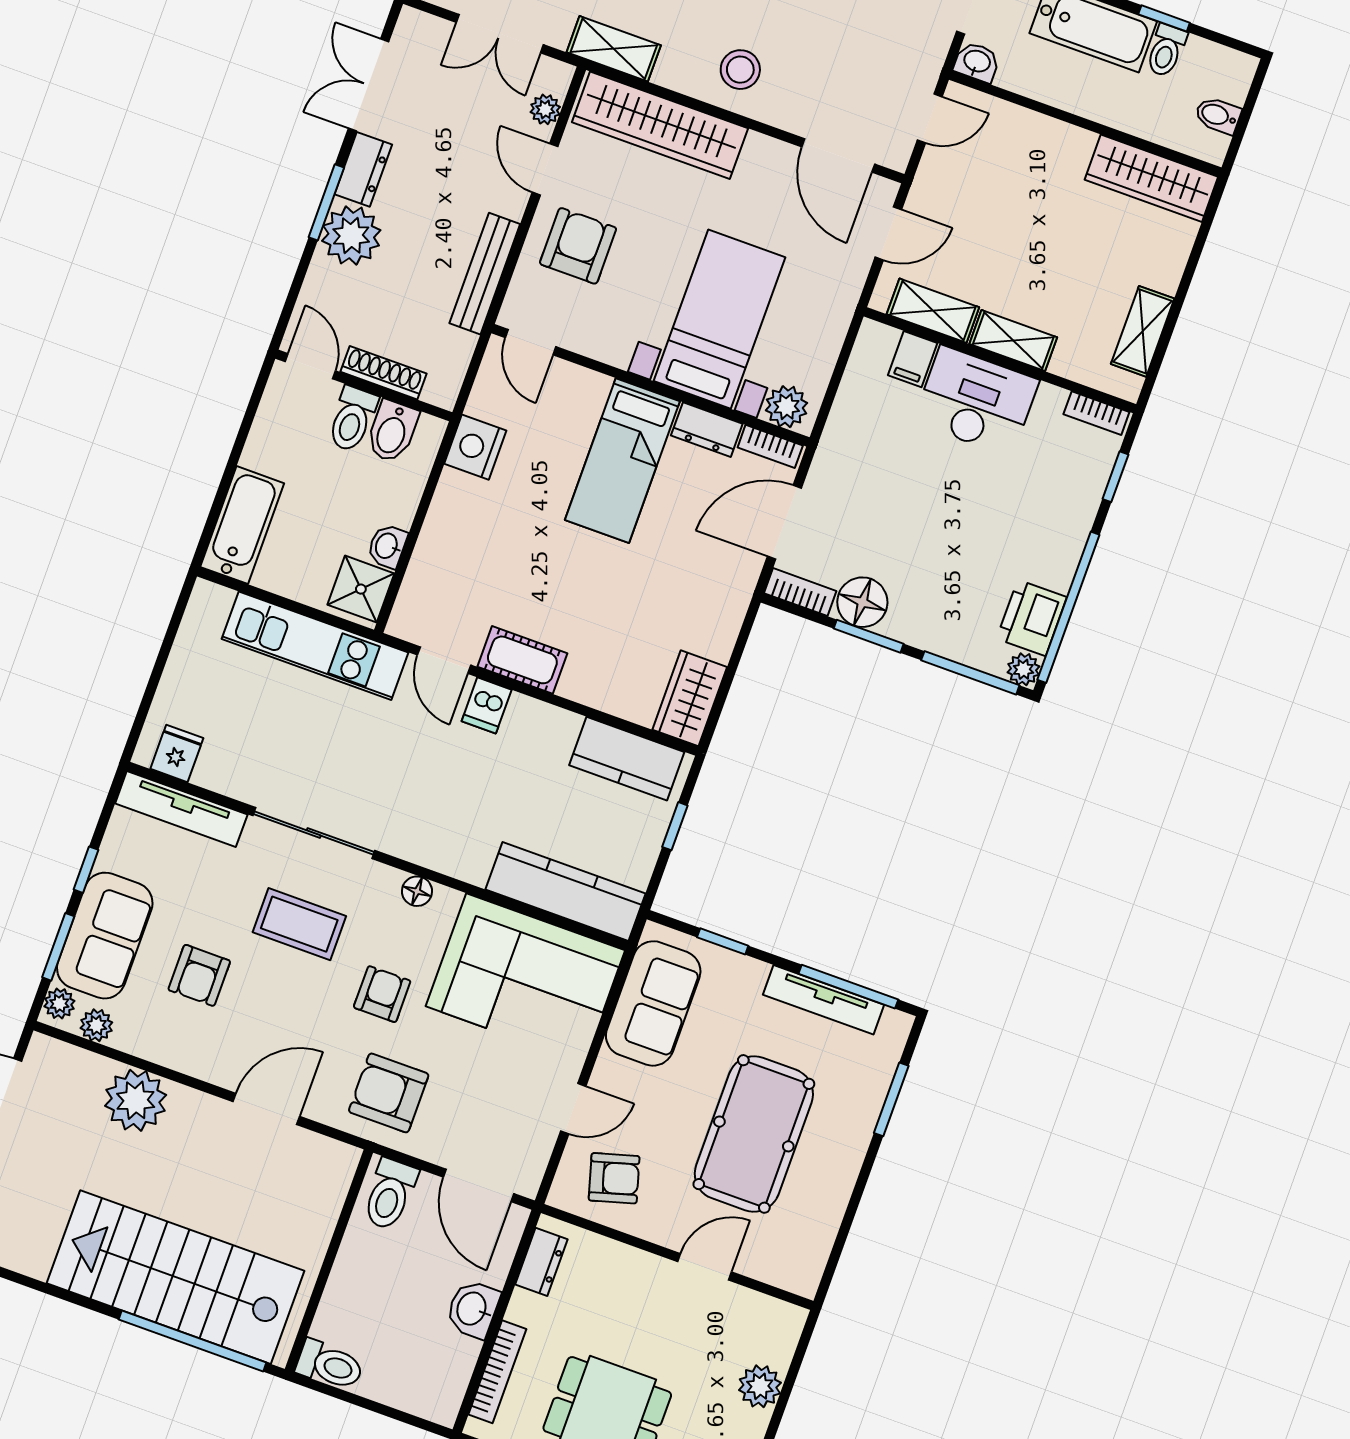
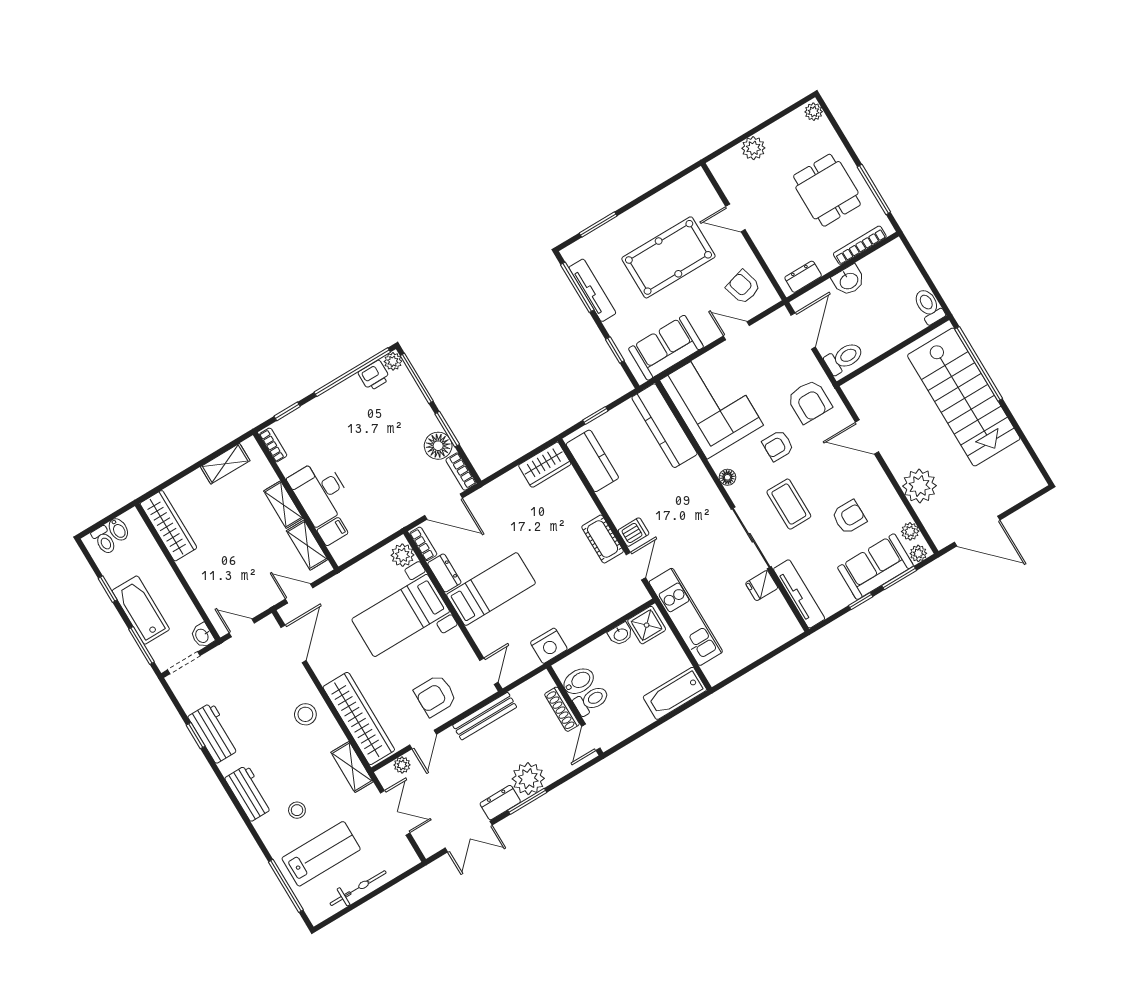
toilet: (1166, 51) -> (104, 540), moved, turned 90
printer: (1032, 618) -> (374, 376), width x0.73, depth x0.81
fridge: (177, 753) -> (762, 586), moved

